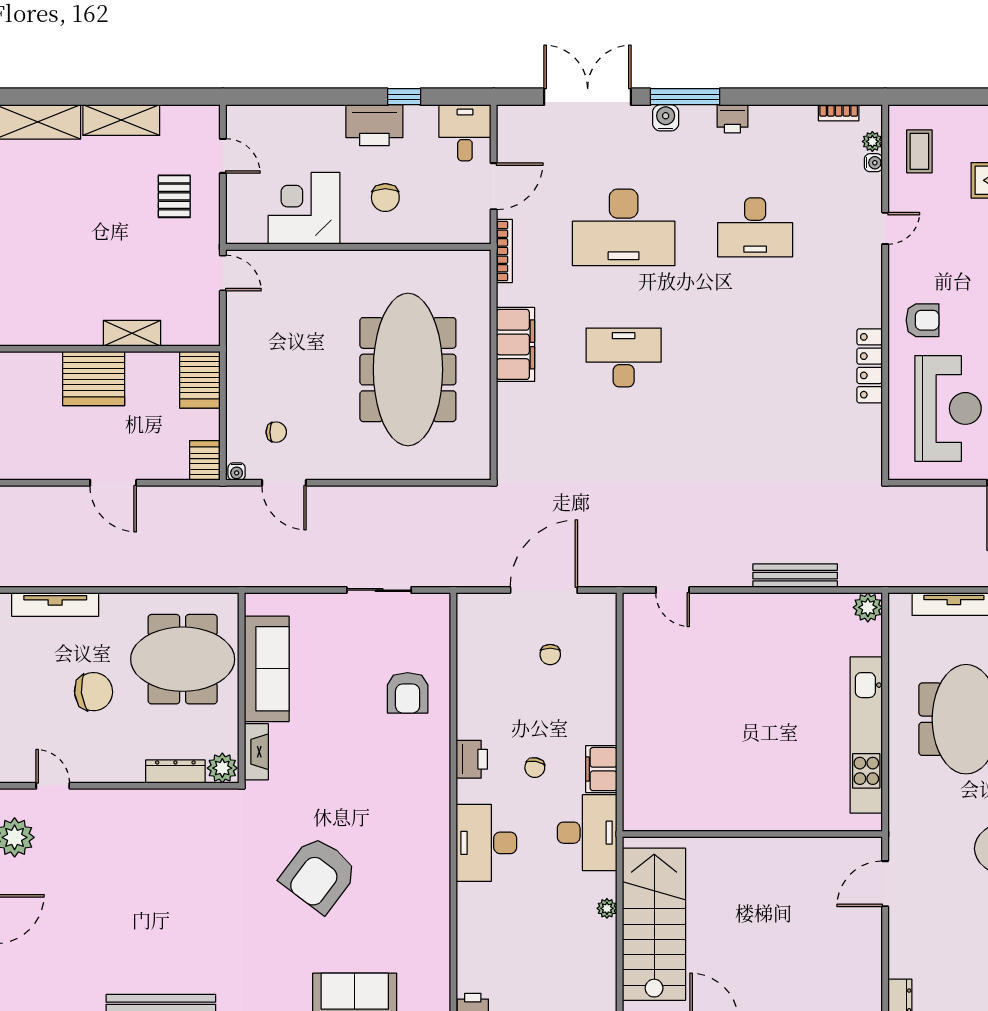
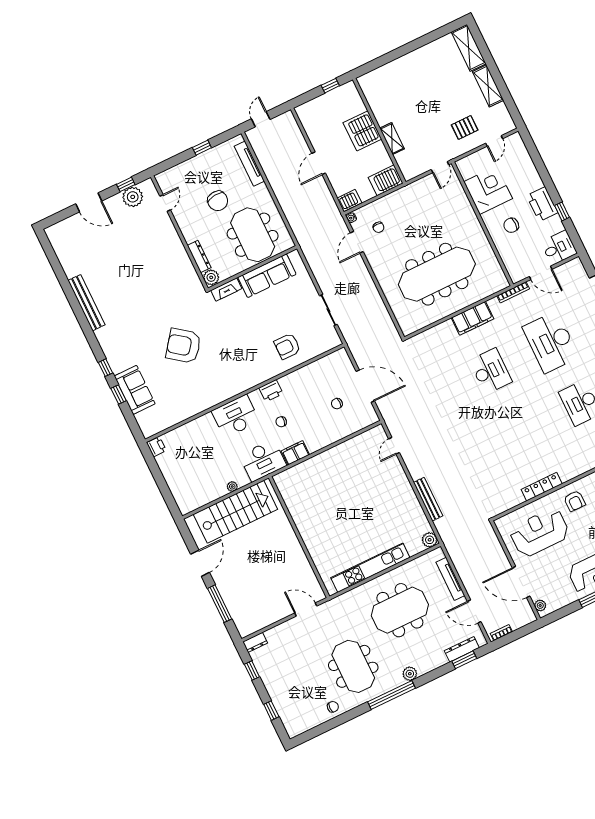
reception desk: (948, 408) -> (539, 532), turned 180

